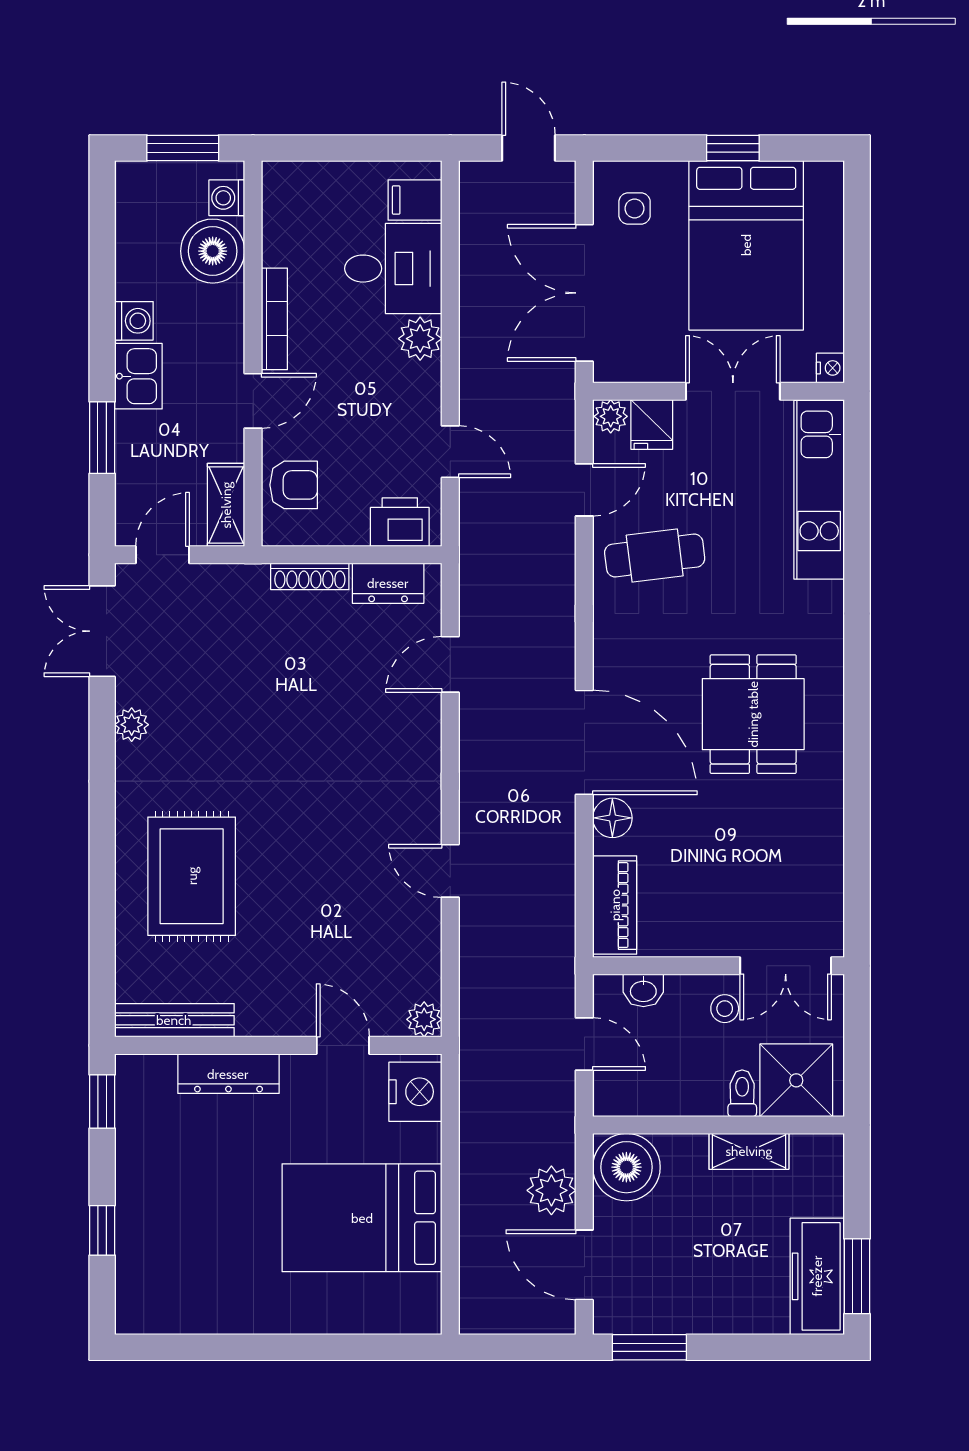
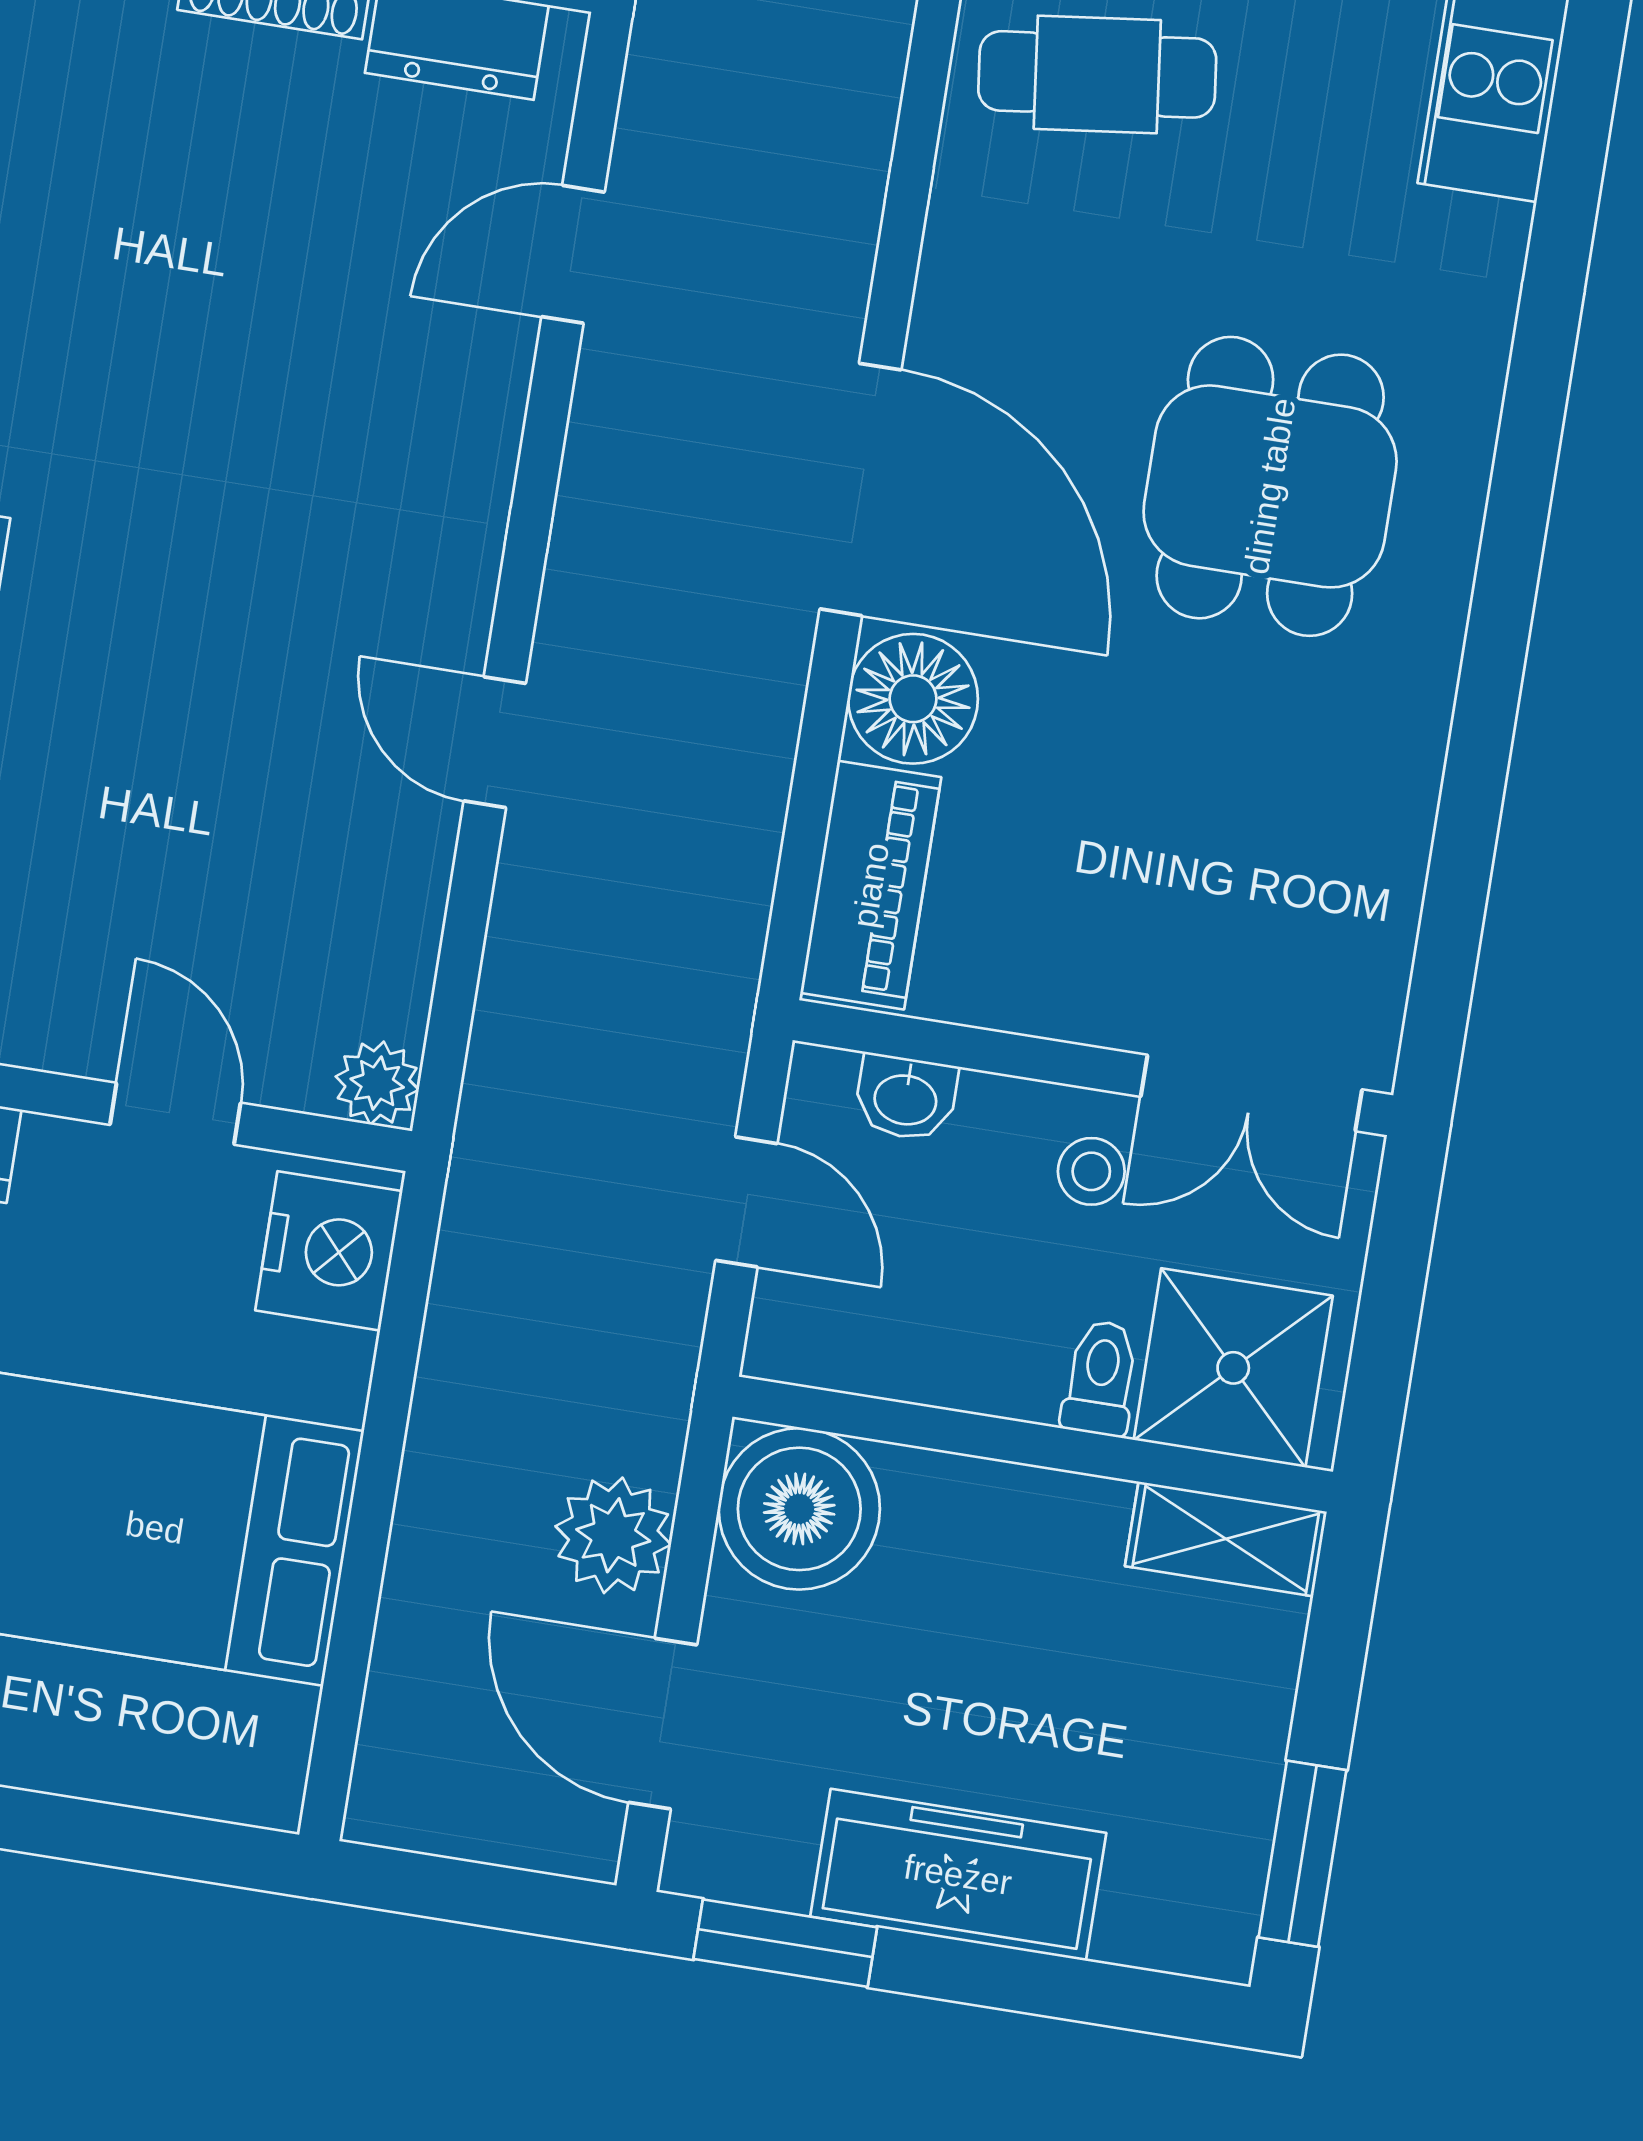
floor lamp: (612, 818) -> (913, 699), width x1.38, depth x1.38
shelving: (749, 1151) -> (1226, 1539), moved
freezer: (817, 1276) -> (958, 1875), moved, turned 90

